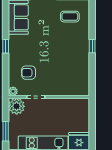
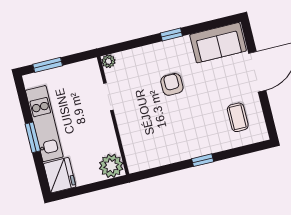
armchair: (29, 73) -> (172, 84), moved
plant: (17, 106) -> (111, 166), moved

